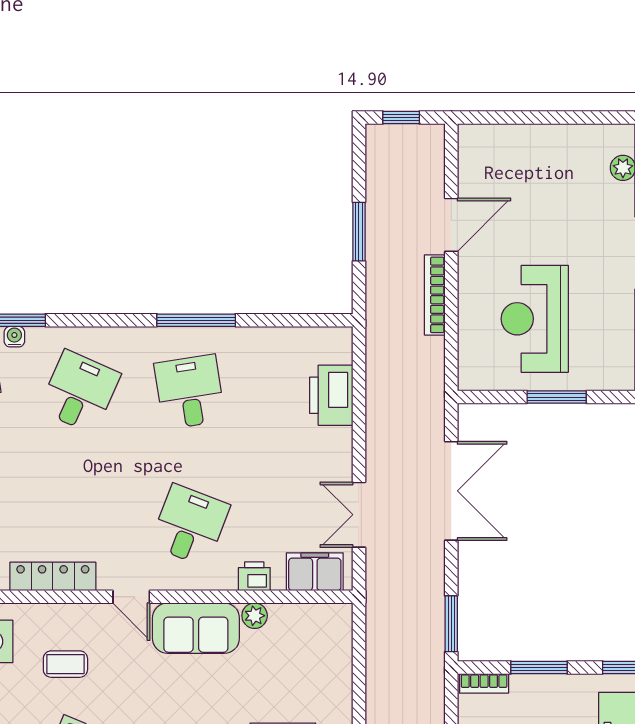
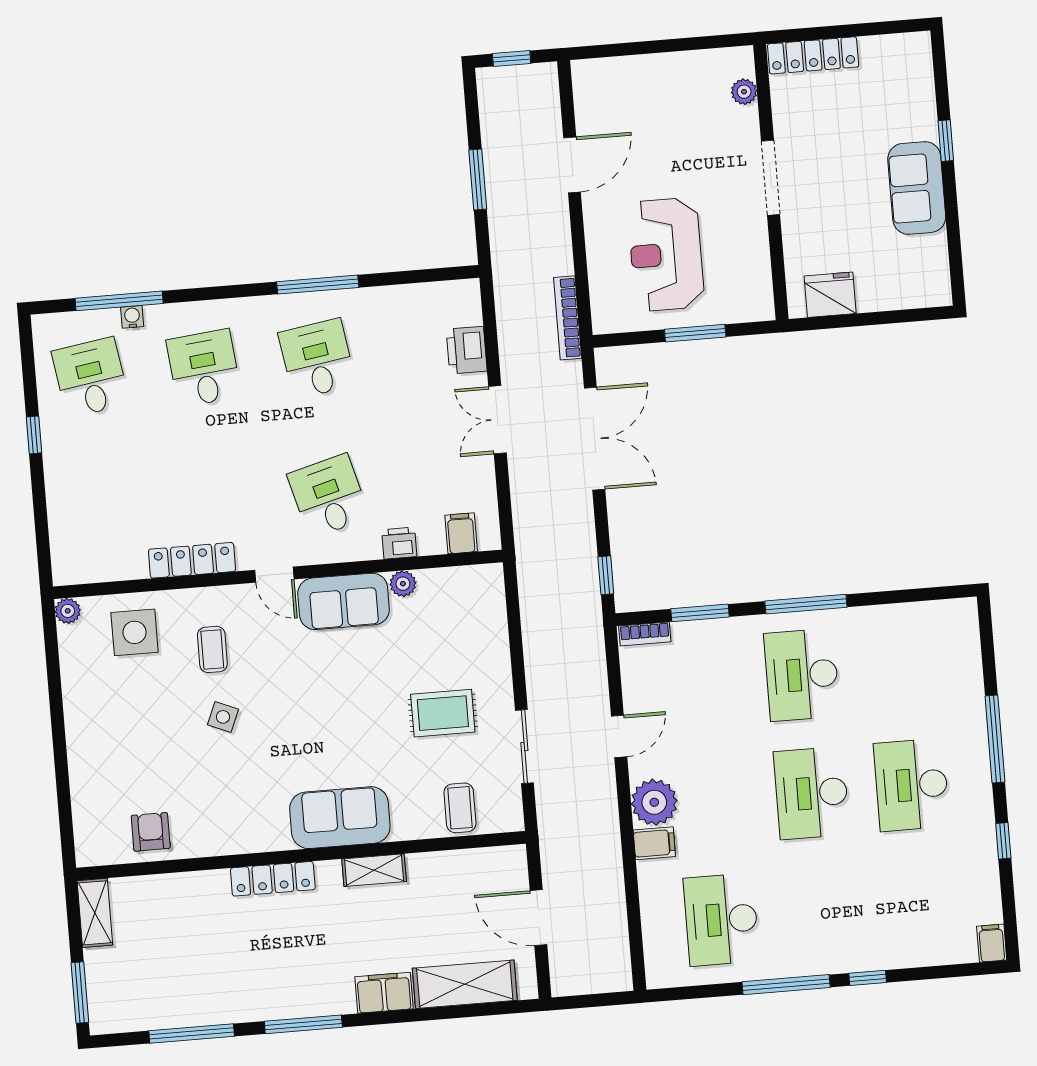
bookcase: (435, 295) -> (568, 318), moved
desk: (80, 392) -> (204, 368), turned -30
printer: (331, 395) -> (467, 350), width x0.73, depth x0.84
double door: (359, 515) -> (498, 420), moved
desk: (190, 525) -> (328, 496), turned -36
filing cabinet: (315, 572) -> (461, 533), width x0.50
window: (451, 624) -> (606, 575), width x0.67
coffee table: (65, 664) -> (212, 649), turned 90

